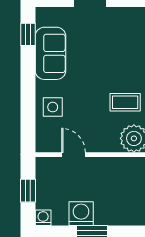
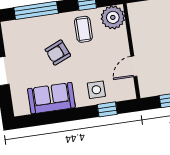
window: (28, 34) -> (107, 109), moved
armchair: (102, 69) -> (58, 53), added

